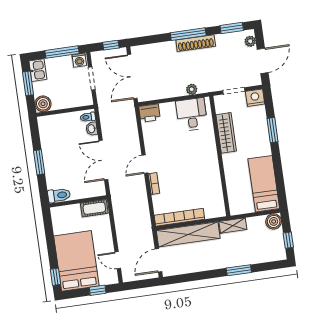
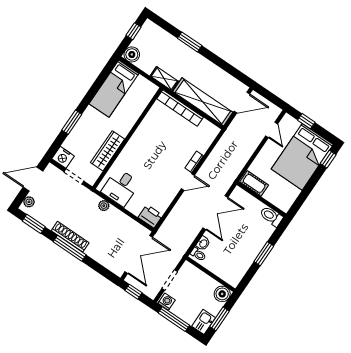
bookcase: (179, 217) -> (180, 108), moved

